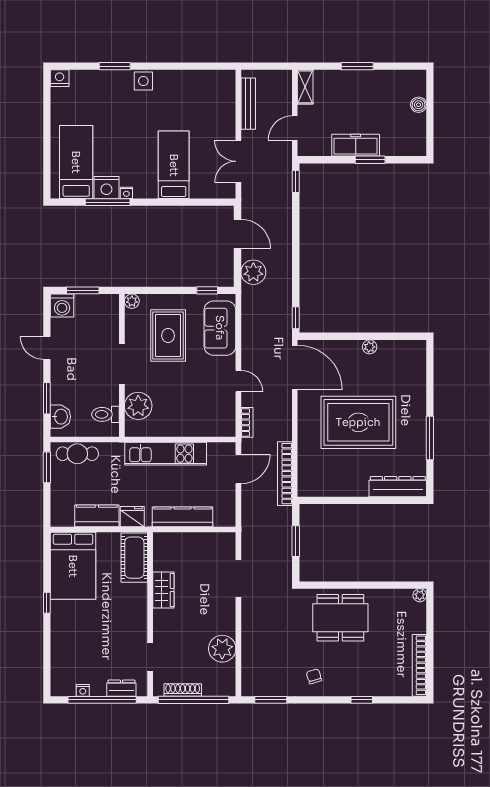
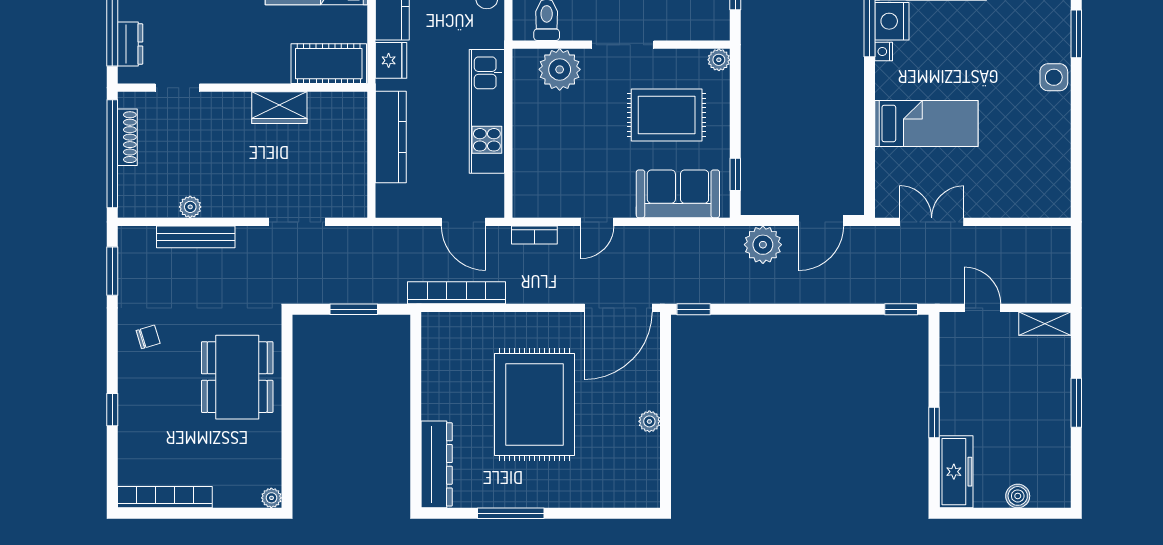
bench: (248, 104) -> (196, 237), moved
freezer: (356, 145) -> (956, 472), moved
window: (370, 160) -> (934, 422), width x0.67
plant: (222, 649) -> (190, 207), width x0.53, depth x0.53

